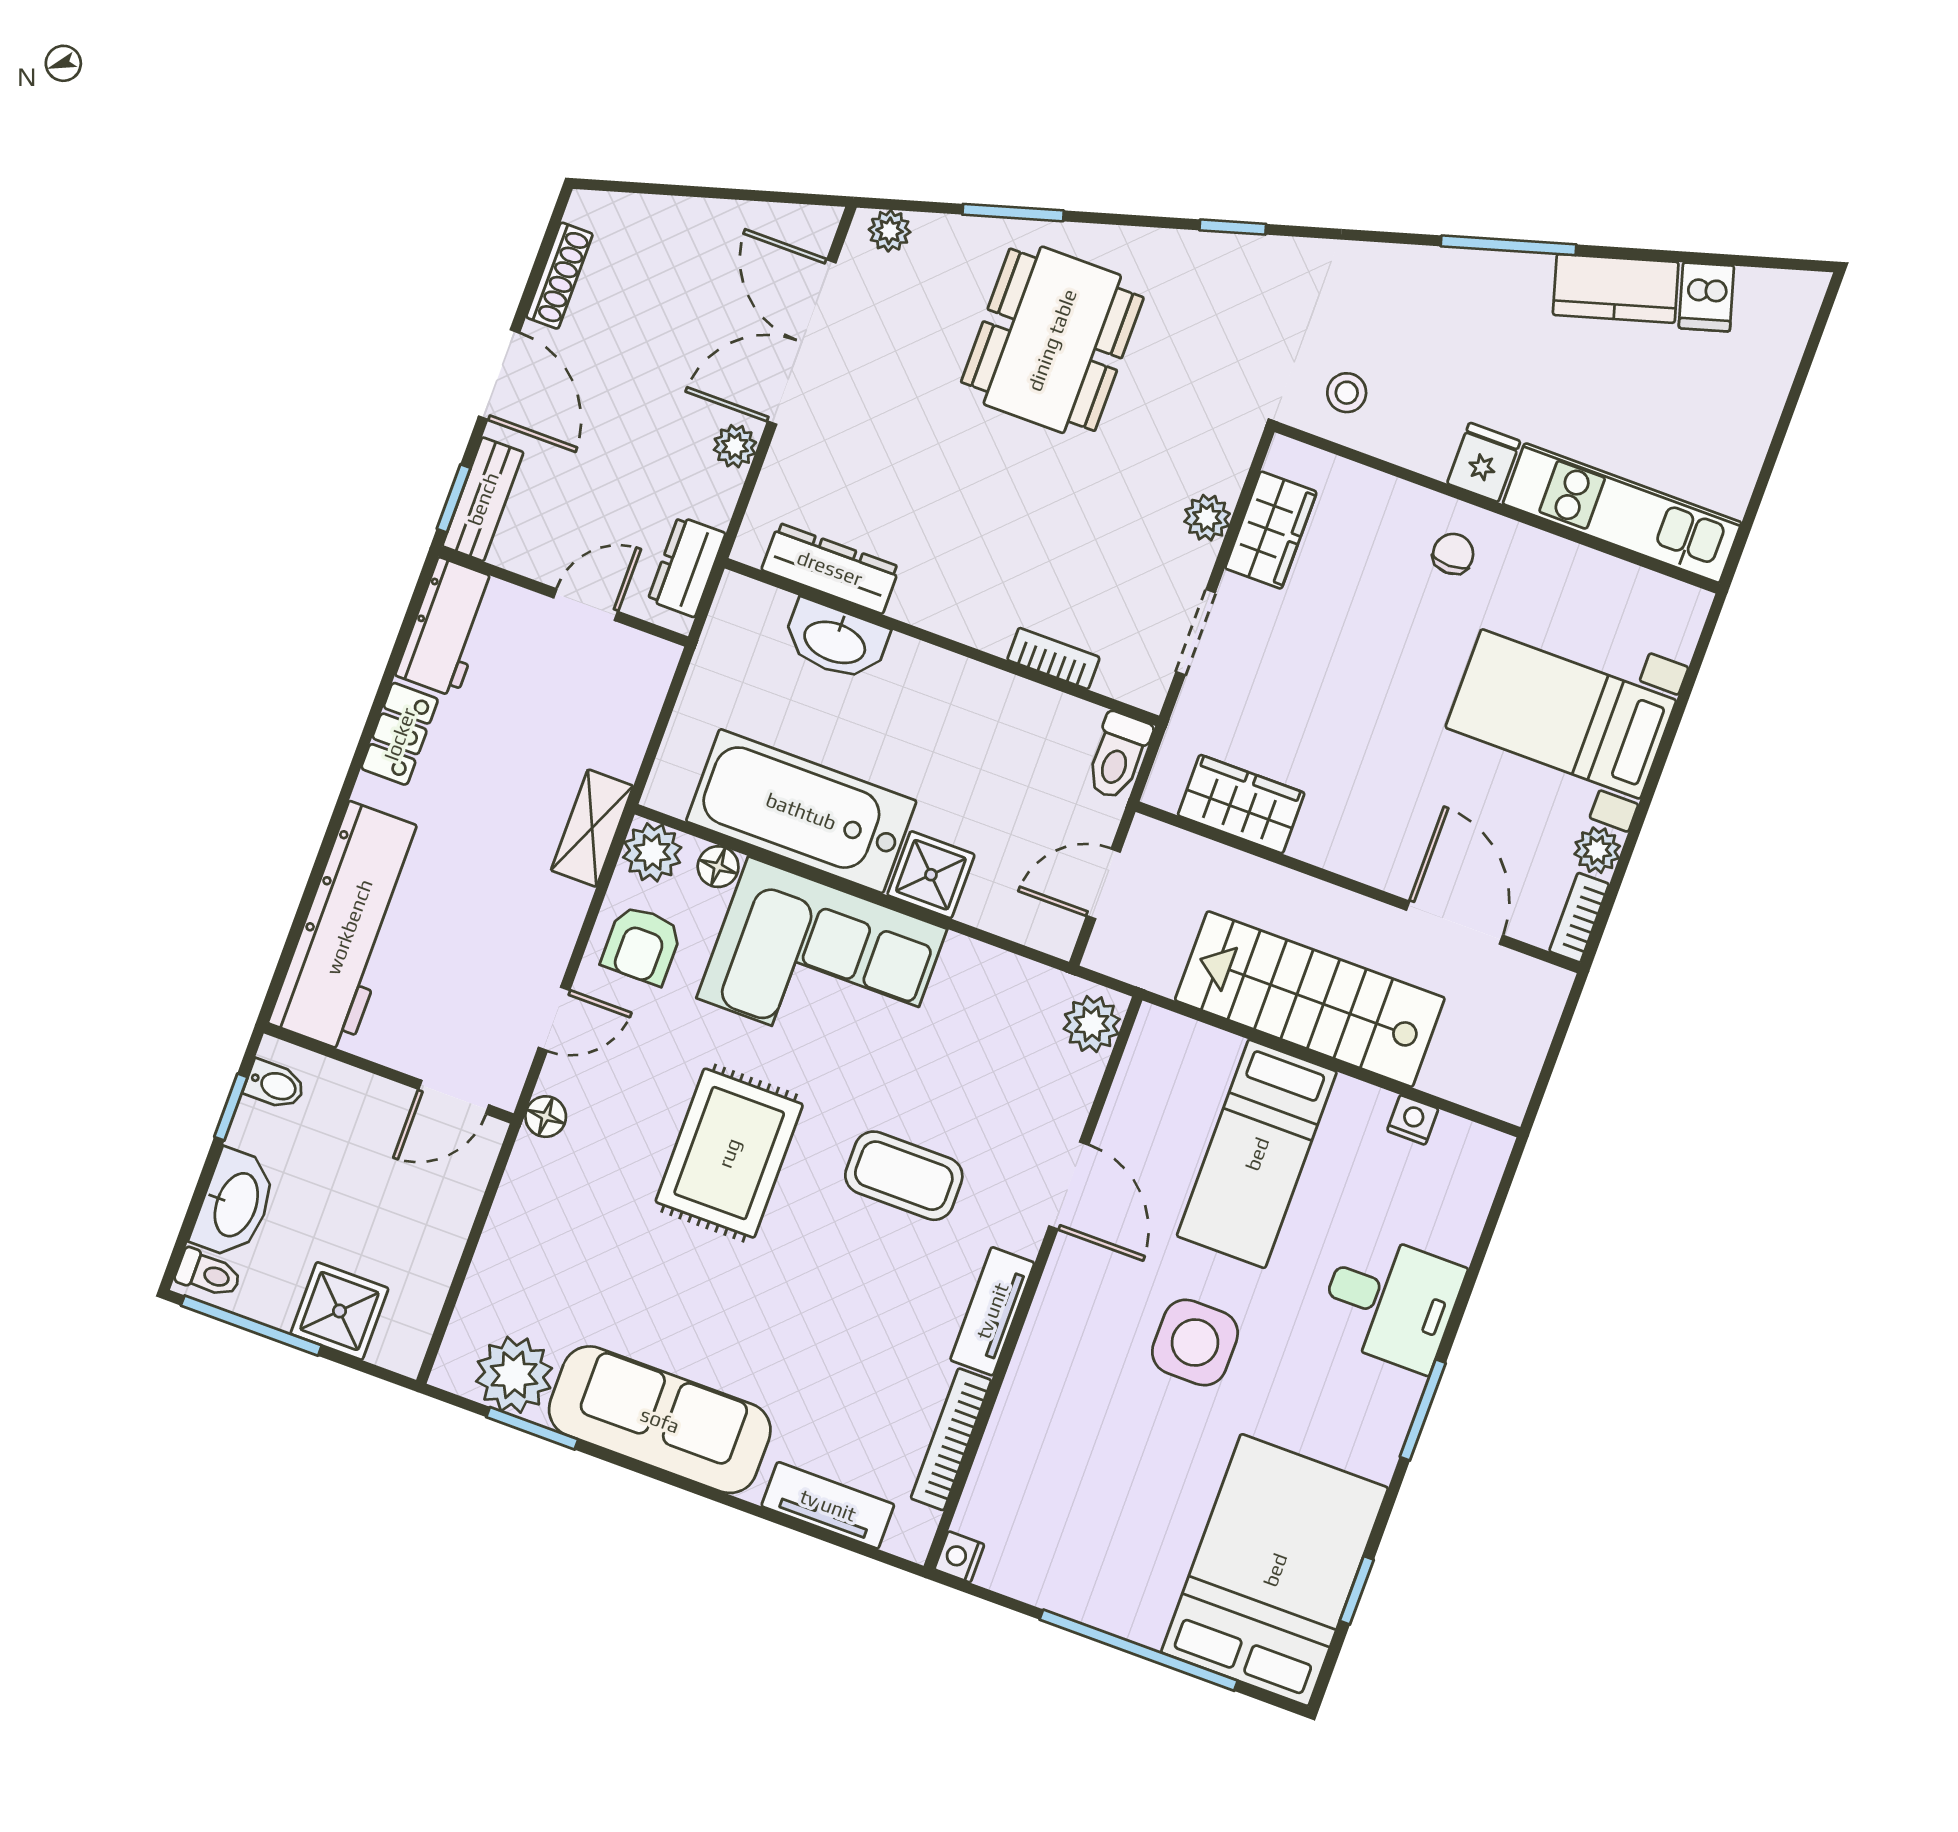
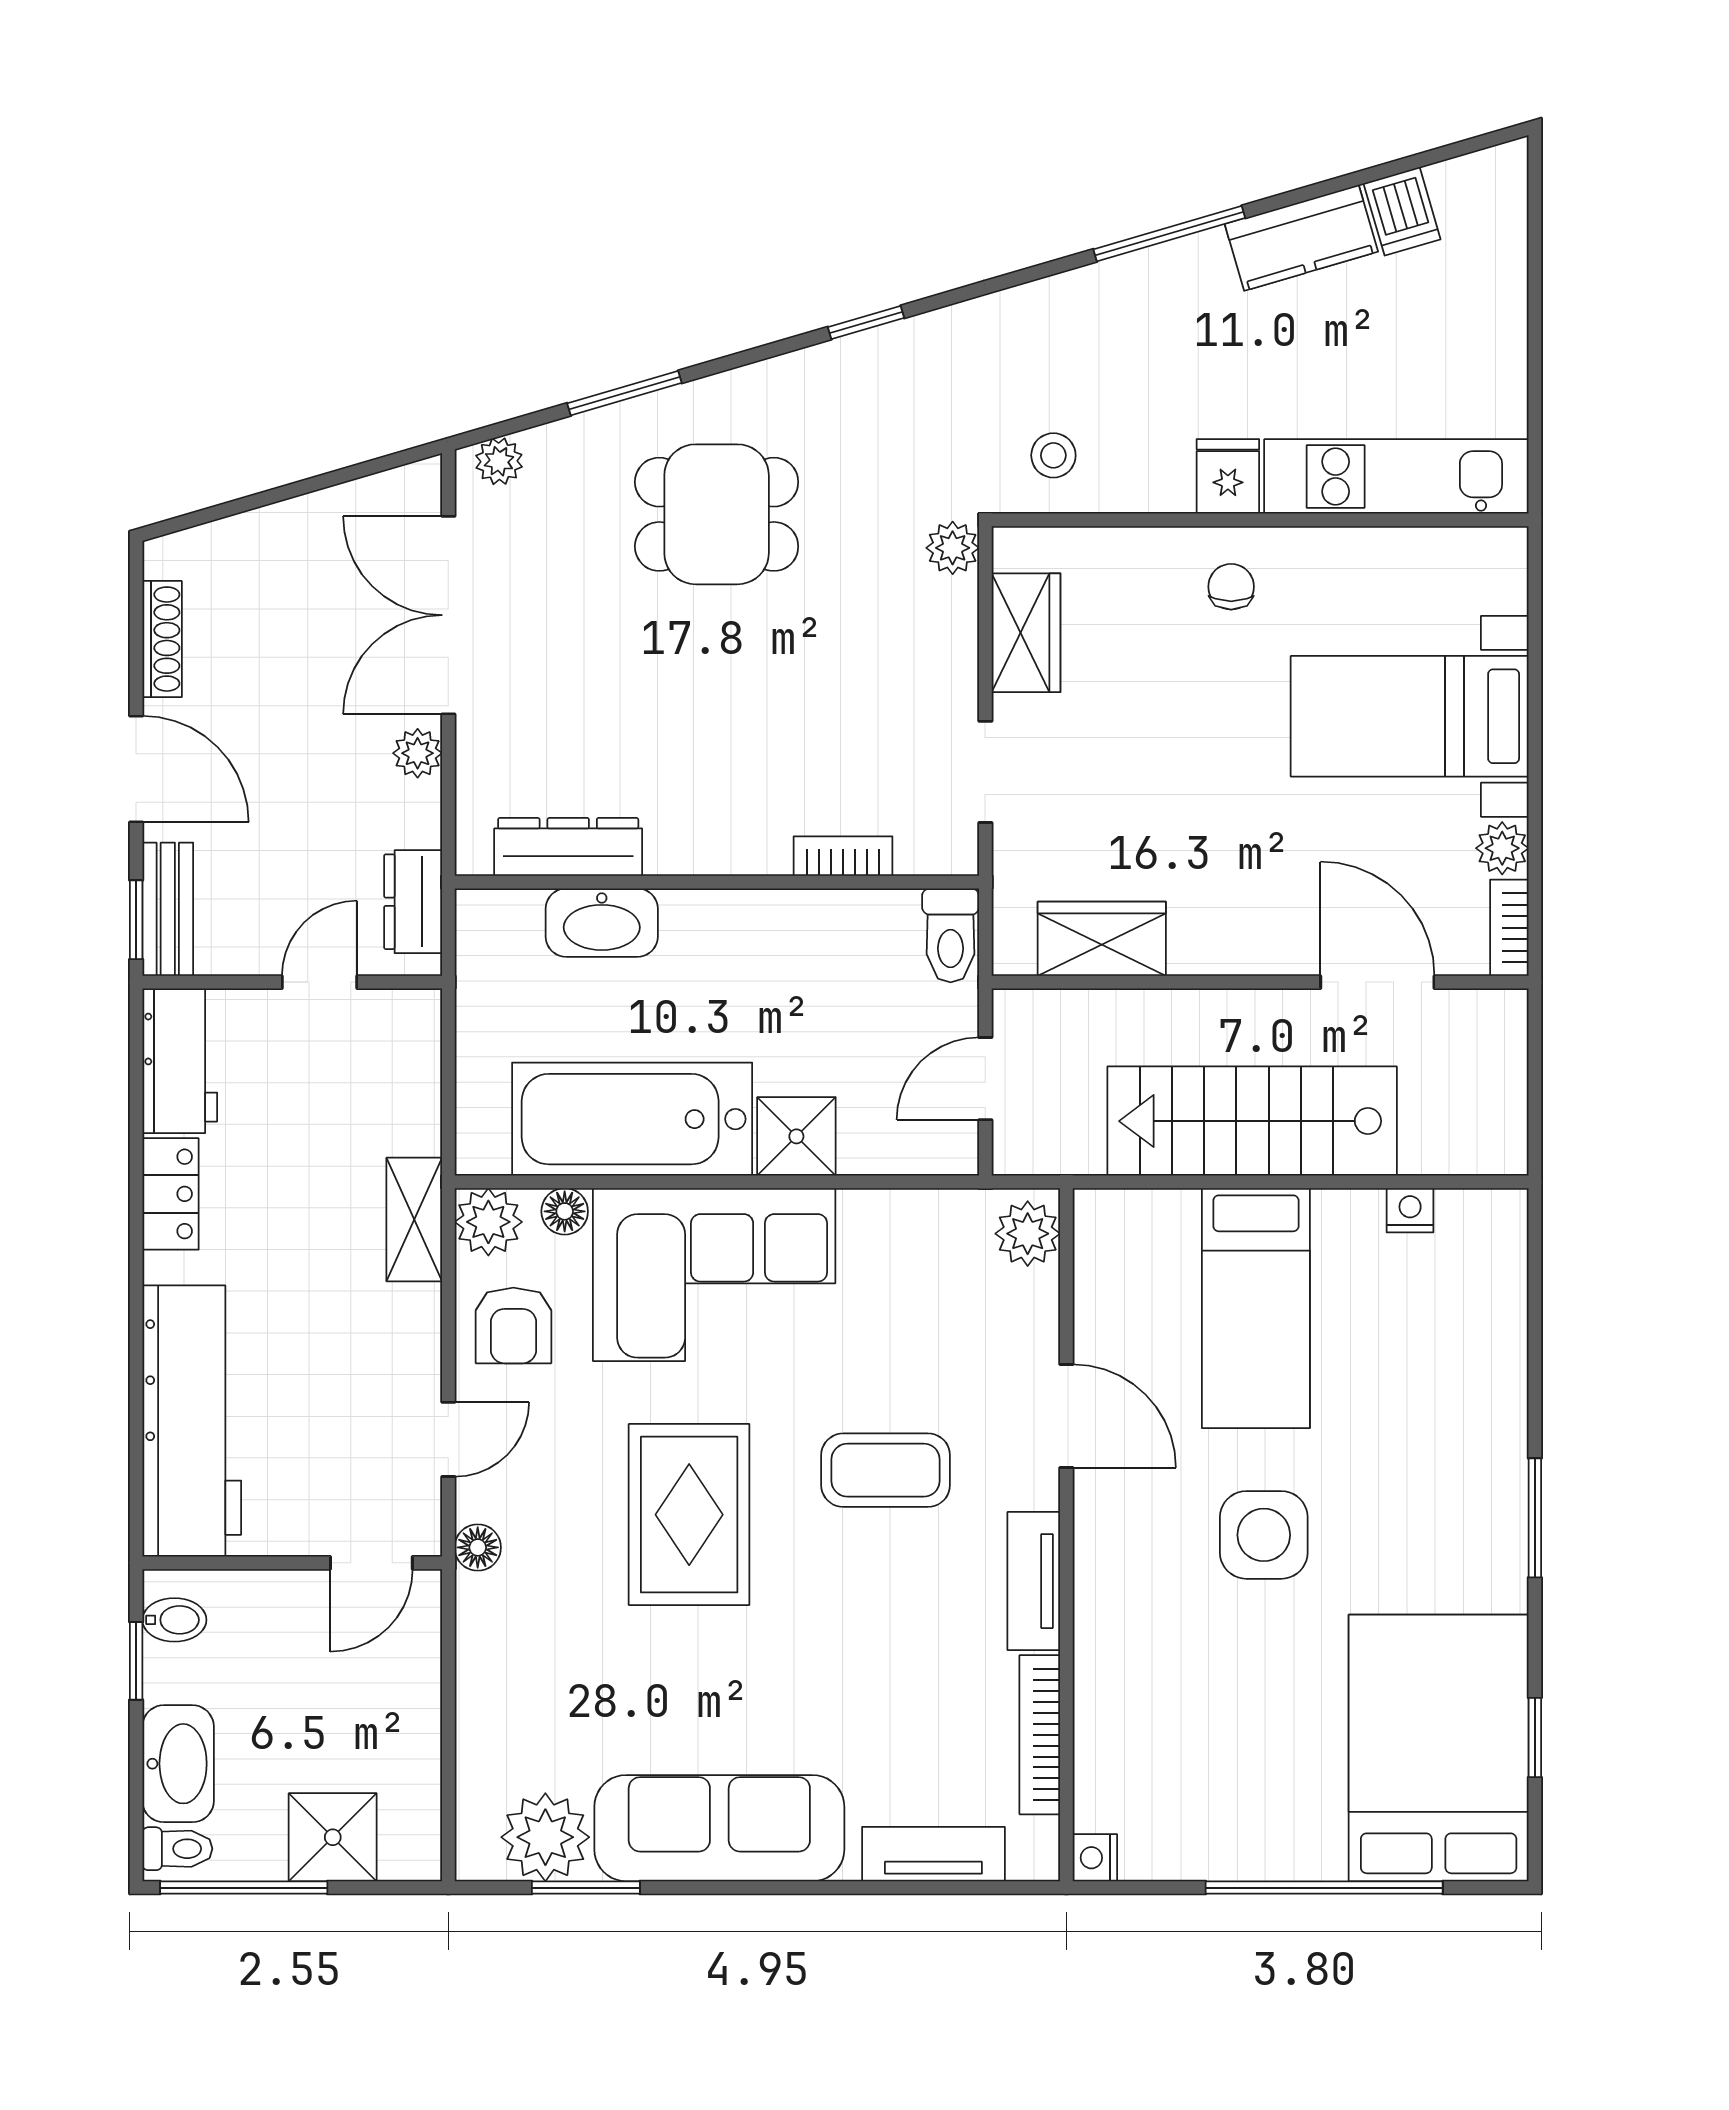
dining table: (1052, 340) -> (717, 514), width x0.73
plant: (1207, 518) -> (953, 548), moved
desk: (1390, 1301) -> (1457, 1414), removed

